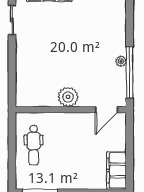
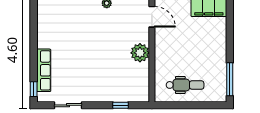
window: (12, 76) -> (121, 105), added

